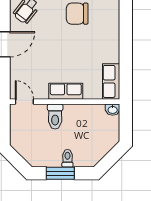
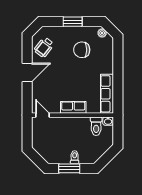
row of seats: (111, 81) -> (107, 94), width x1.48
toilet: (55, 117) -> (96, 126), moved

